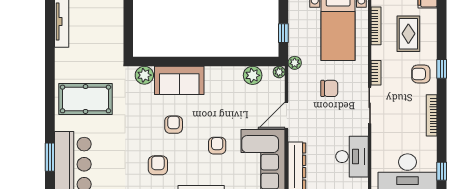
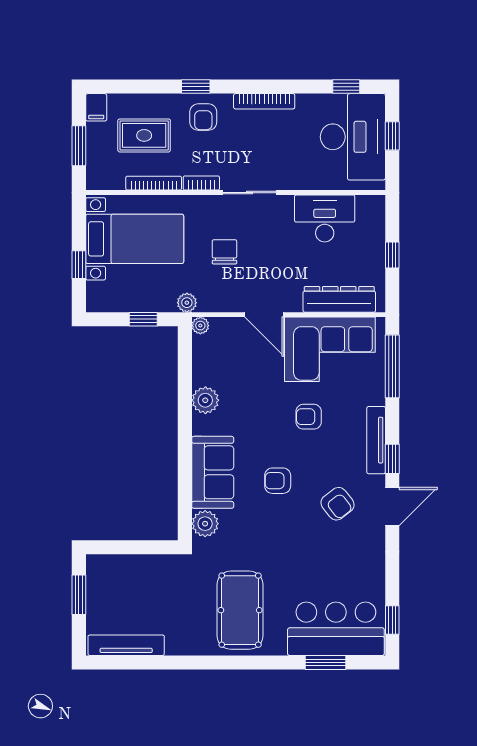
bookcase: (376, 26) -> (154, 183), moved
plant: (253, 75) -> (205, 400), moved
armchair: (158, 165) -> (337, 504), turned -128

